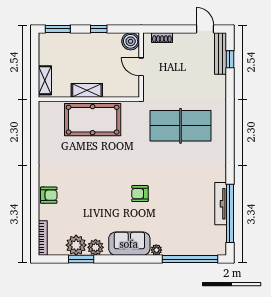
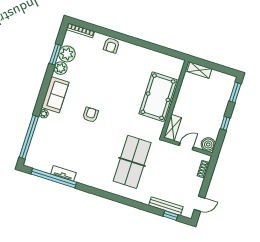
bench: (220, 54) -> (166, 206), moved
shelving: (87, 90) -> (173, 128), moved
tv unit: (221, 204) -> (63, 173), width x0.71

